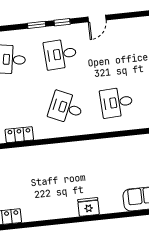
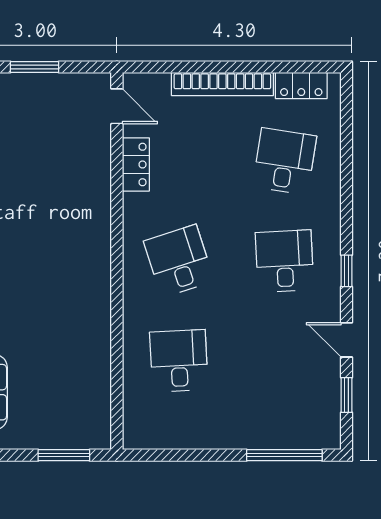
window: (37, 25) -> (347, 395), moved
desk: (66, 108) -> (179, 261), turned -42

